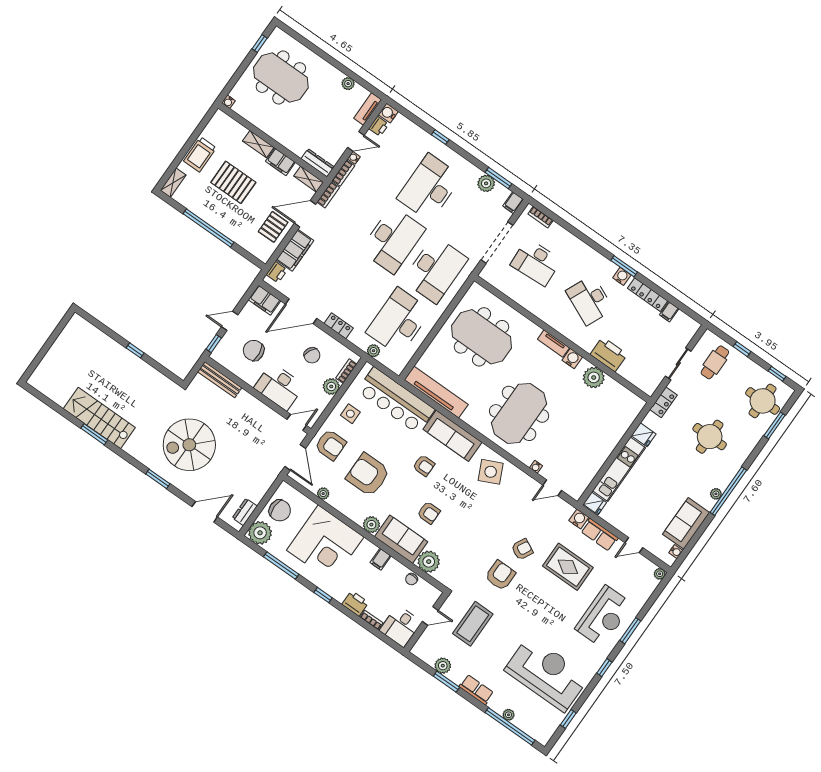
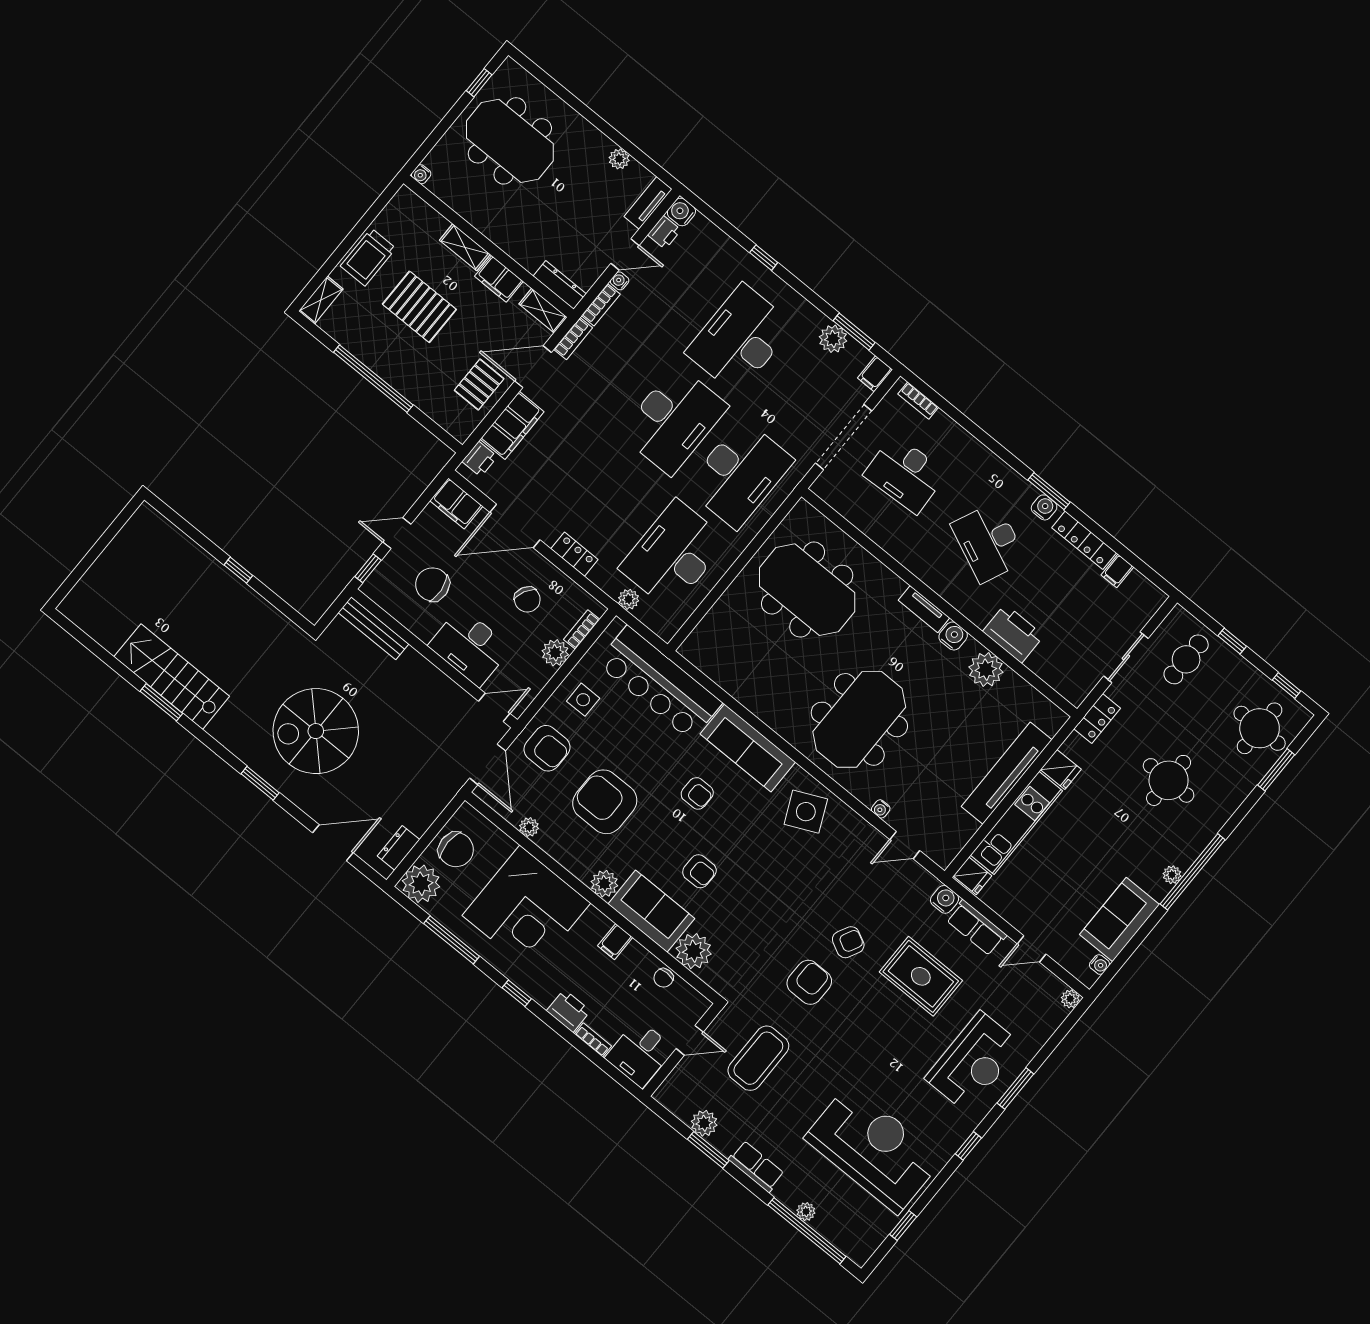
tv unit: (436, 392) -> (1007, 773), moved, turned -90

